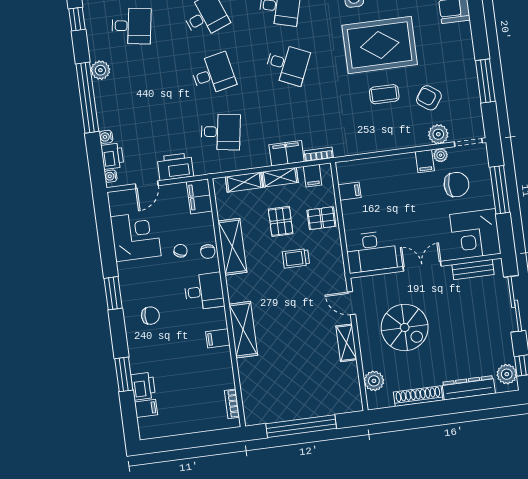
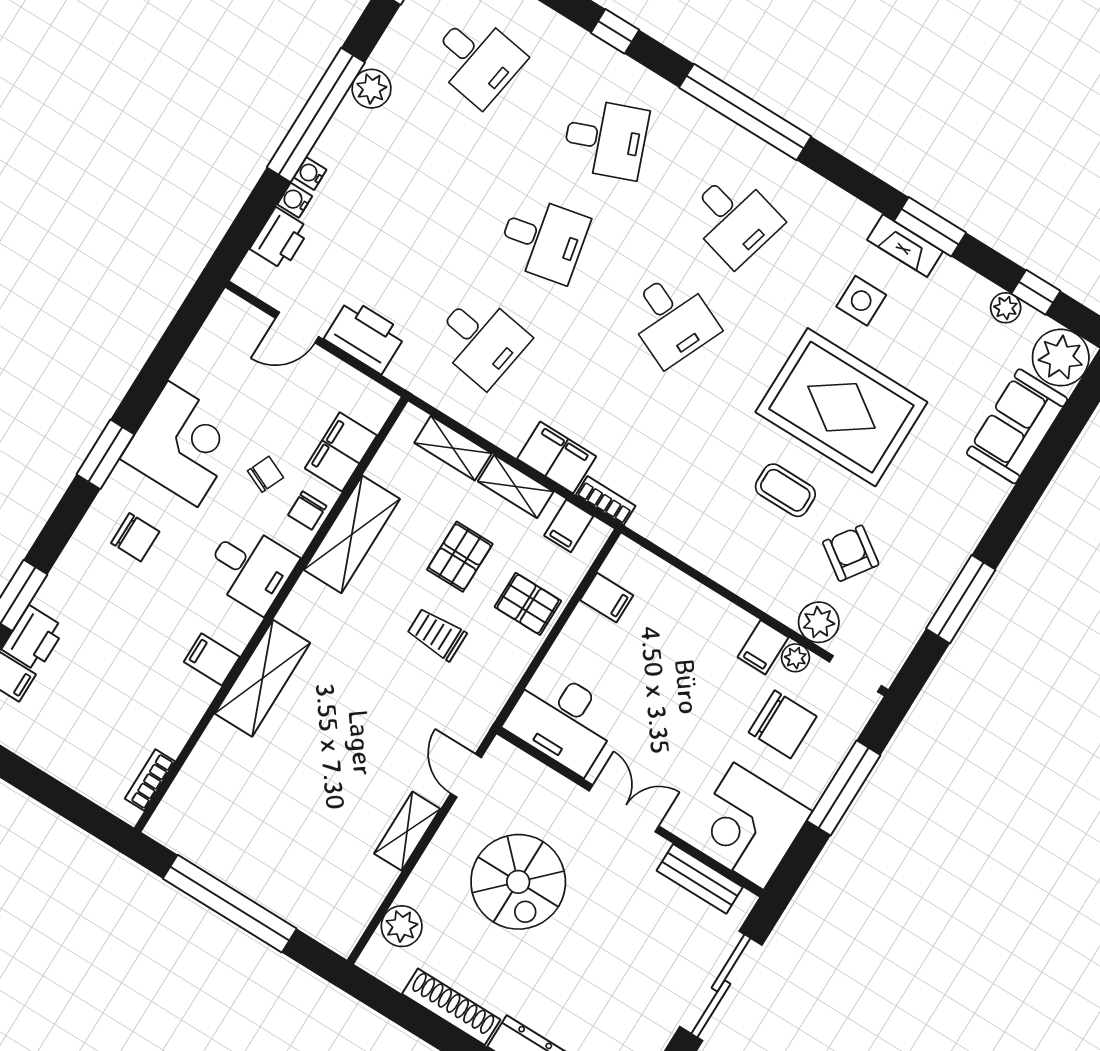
water cooler: (111, 176) -> (310, 174), moved
filing cabinet: (199, 196) -> (341, 452), moved
corner desk: (136, 236) -> (183, 444), moved

